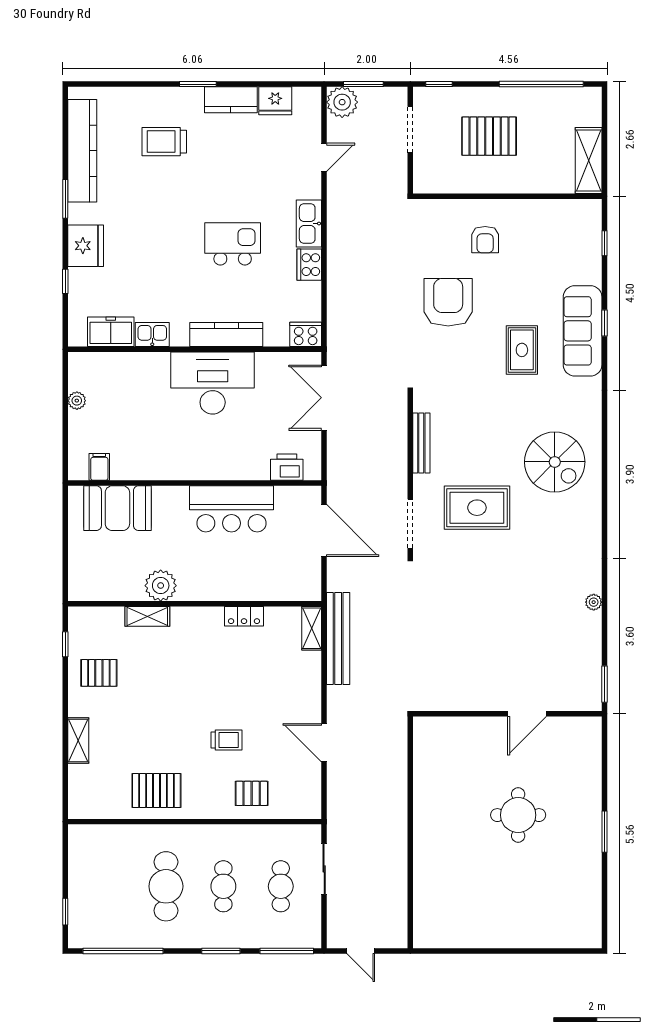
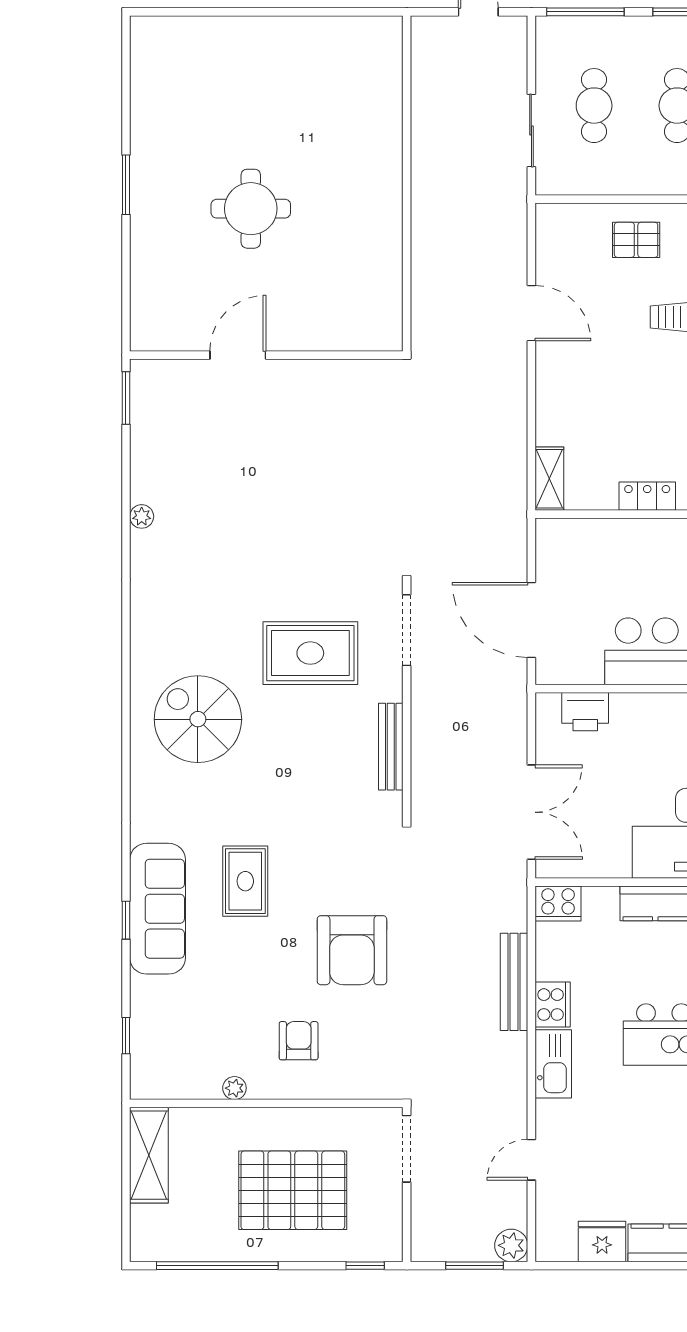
plant: (342, 102) -> (511, 1245), width x0.73, depth x0.73
doorway: (410, 130) -> (407, 1149), moved
pallet: (489, 136) -> (293, 1190), width x1.37, depth x1.41
plant: (529, 207) -> (234, 1088), added
bench: (338, 639) -> (514, 982), moved, width x0.73, depth x0.82

